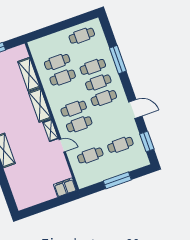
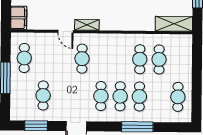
shelving: (29, 74) -> (174, 24), moved
shelving: (40, 105) -> (119, 23), removed
cafe table: (74, 109) -> (101, 59), removed
door: (62, 146) -> (65, 32), hinge flipped
cafe table: (90, 155) -> (24, 58), moved

